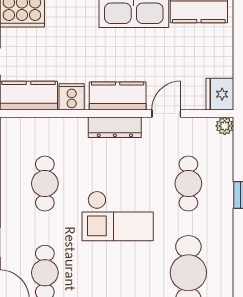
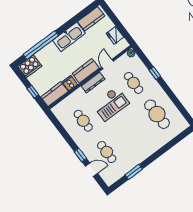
fridge: (220, 94) -> (115, 35), moved
checkout: (118, 216) -> (111, 104), moved

